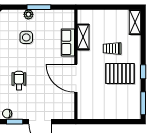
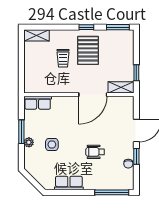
shelving: (83, 37) -> (121, 87), moved
row of seats: (68, 42) -> (38, 103), moved
window: (98, 122) -> (136, 73), added

